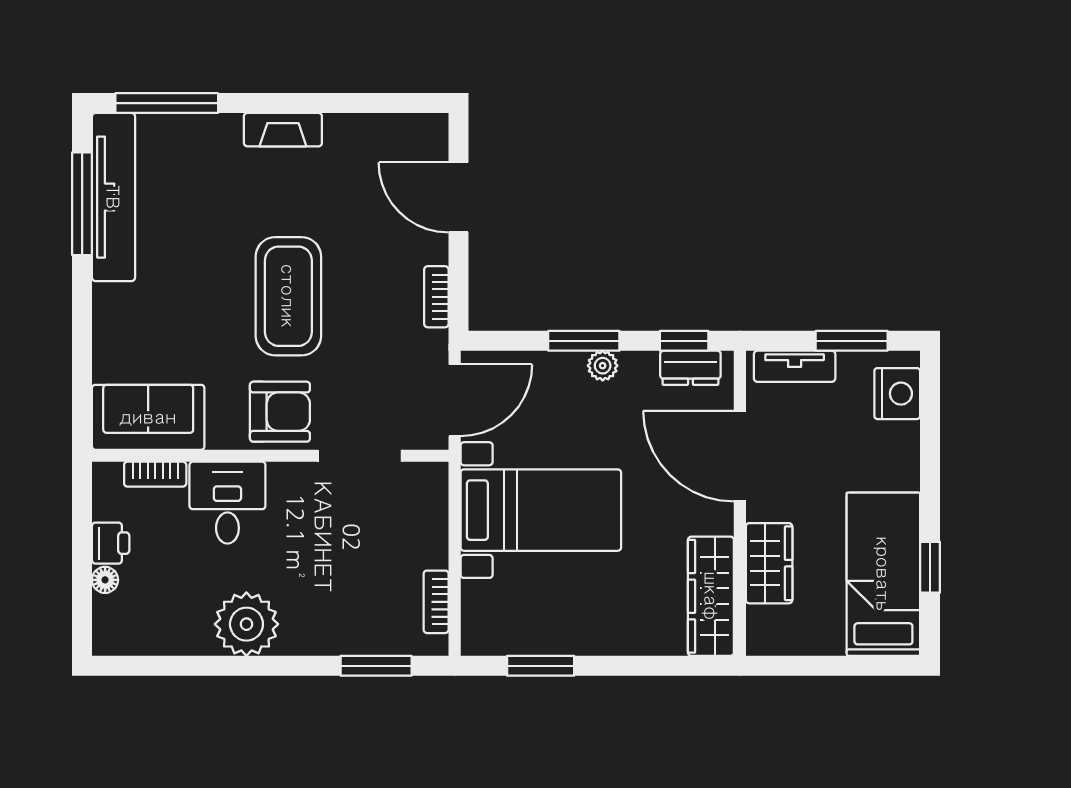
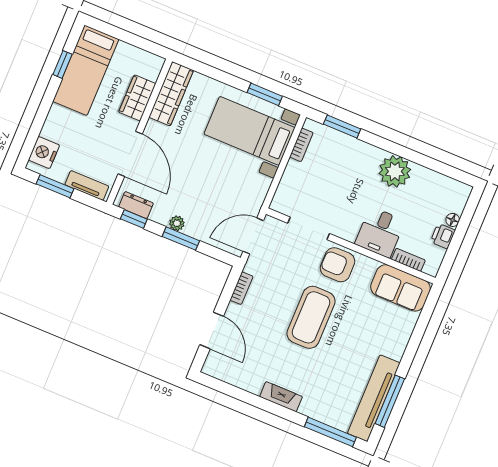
bed with nightstands: (541, 510) -> (249, 131), moved

